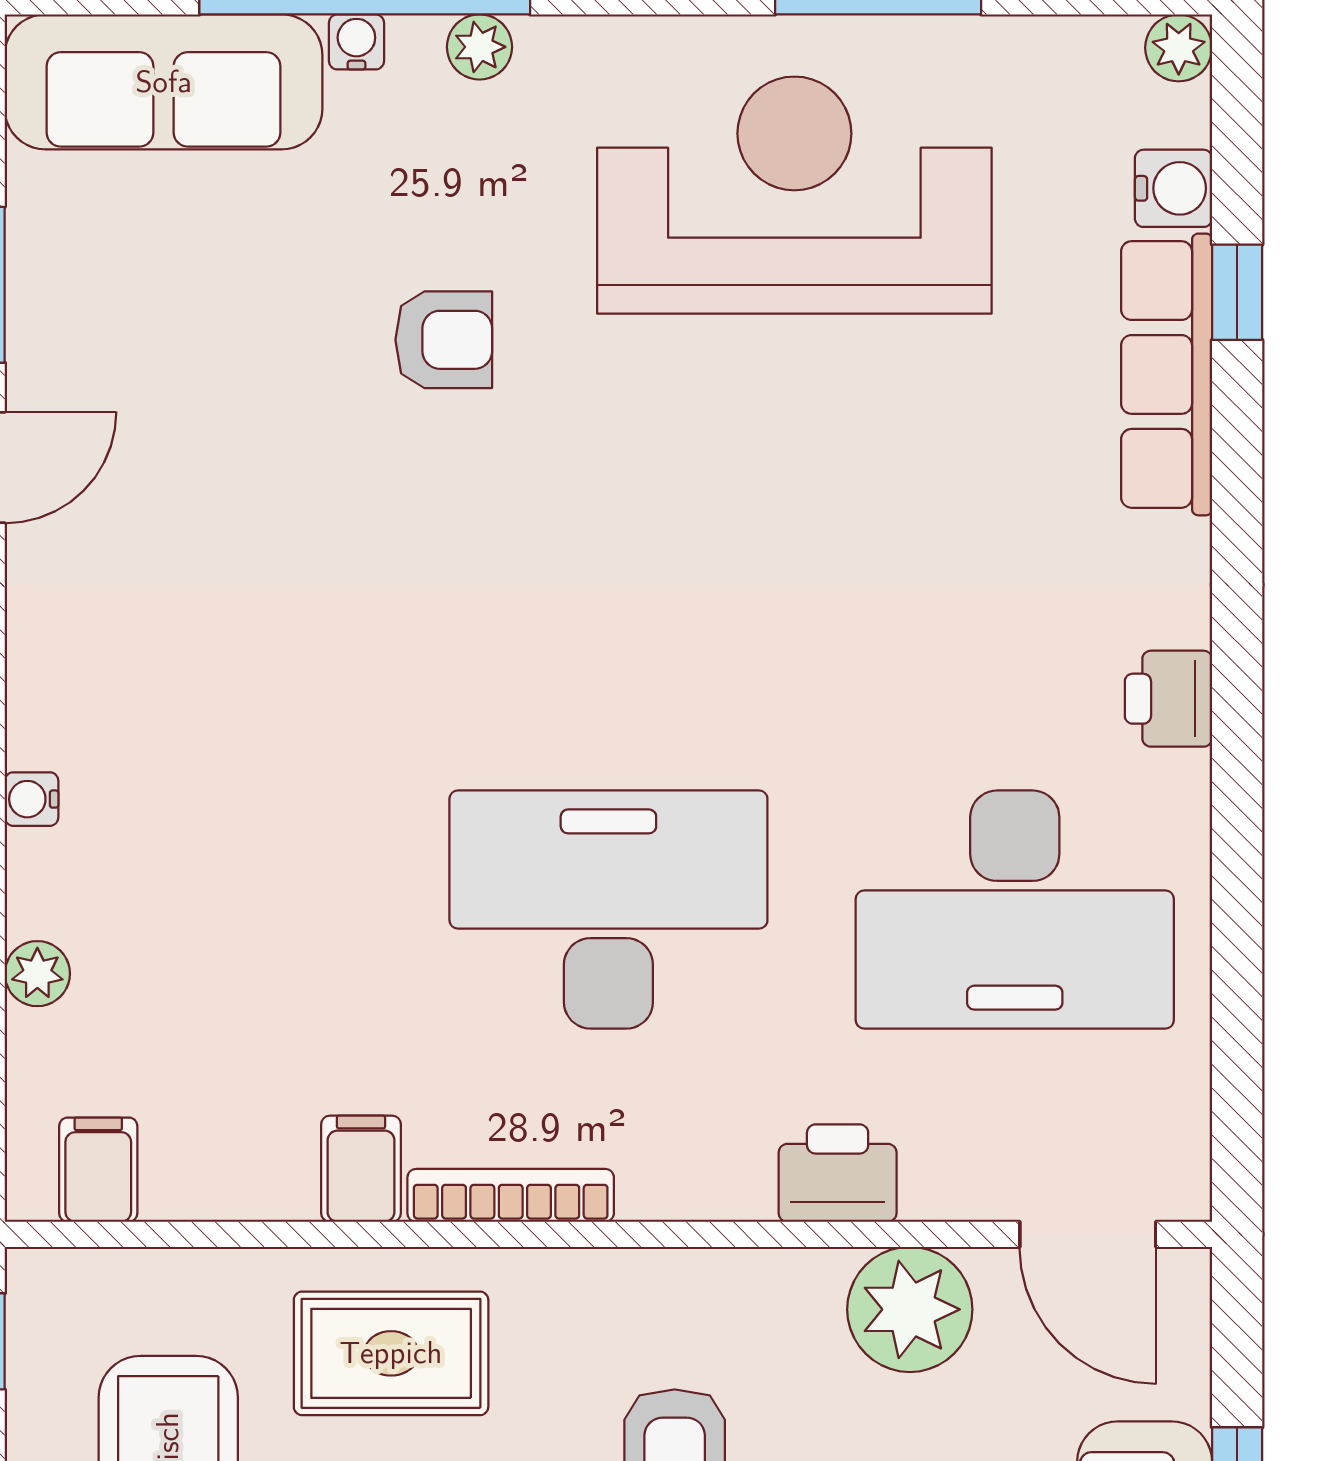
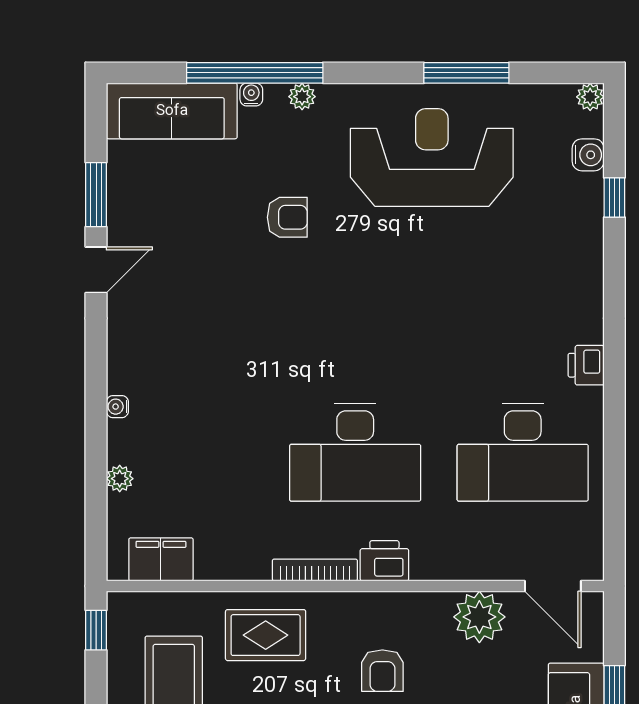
row of seats: (1167, 374) -> (585, 232), removed
desk: (608, 910) -> (355, 452), turned 180
filing cabinet: (361, 1169) -> (253, 559), removed
filing cabinet: (98, 1170) -> (161, 559), width x2.00
printer: (838, 1173) -> (384, 561), moved

